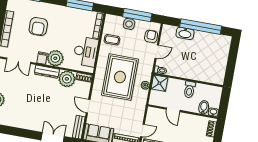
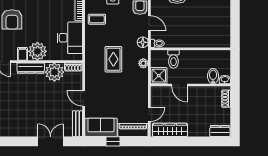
door: (157, 52) -> (149, 23), hinge flipped
floor lamp: (148, 67) -> (143, 42), added
rug: (120, 77) -> (113, 59), width x0.54, depth x0.49
shower: (159, 83) -> (159, 76), moved
toilet: (189, 90) -> (173, 59), moved

